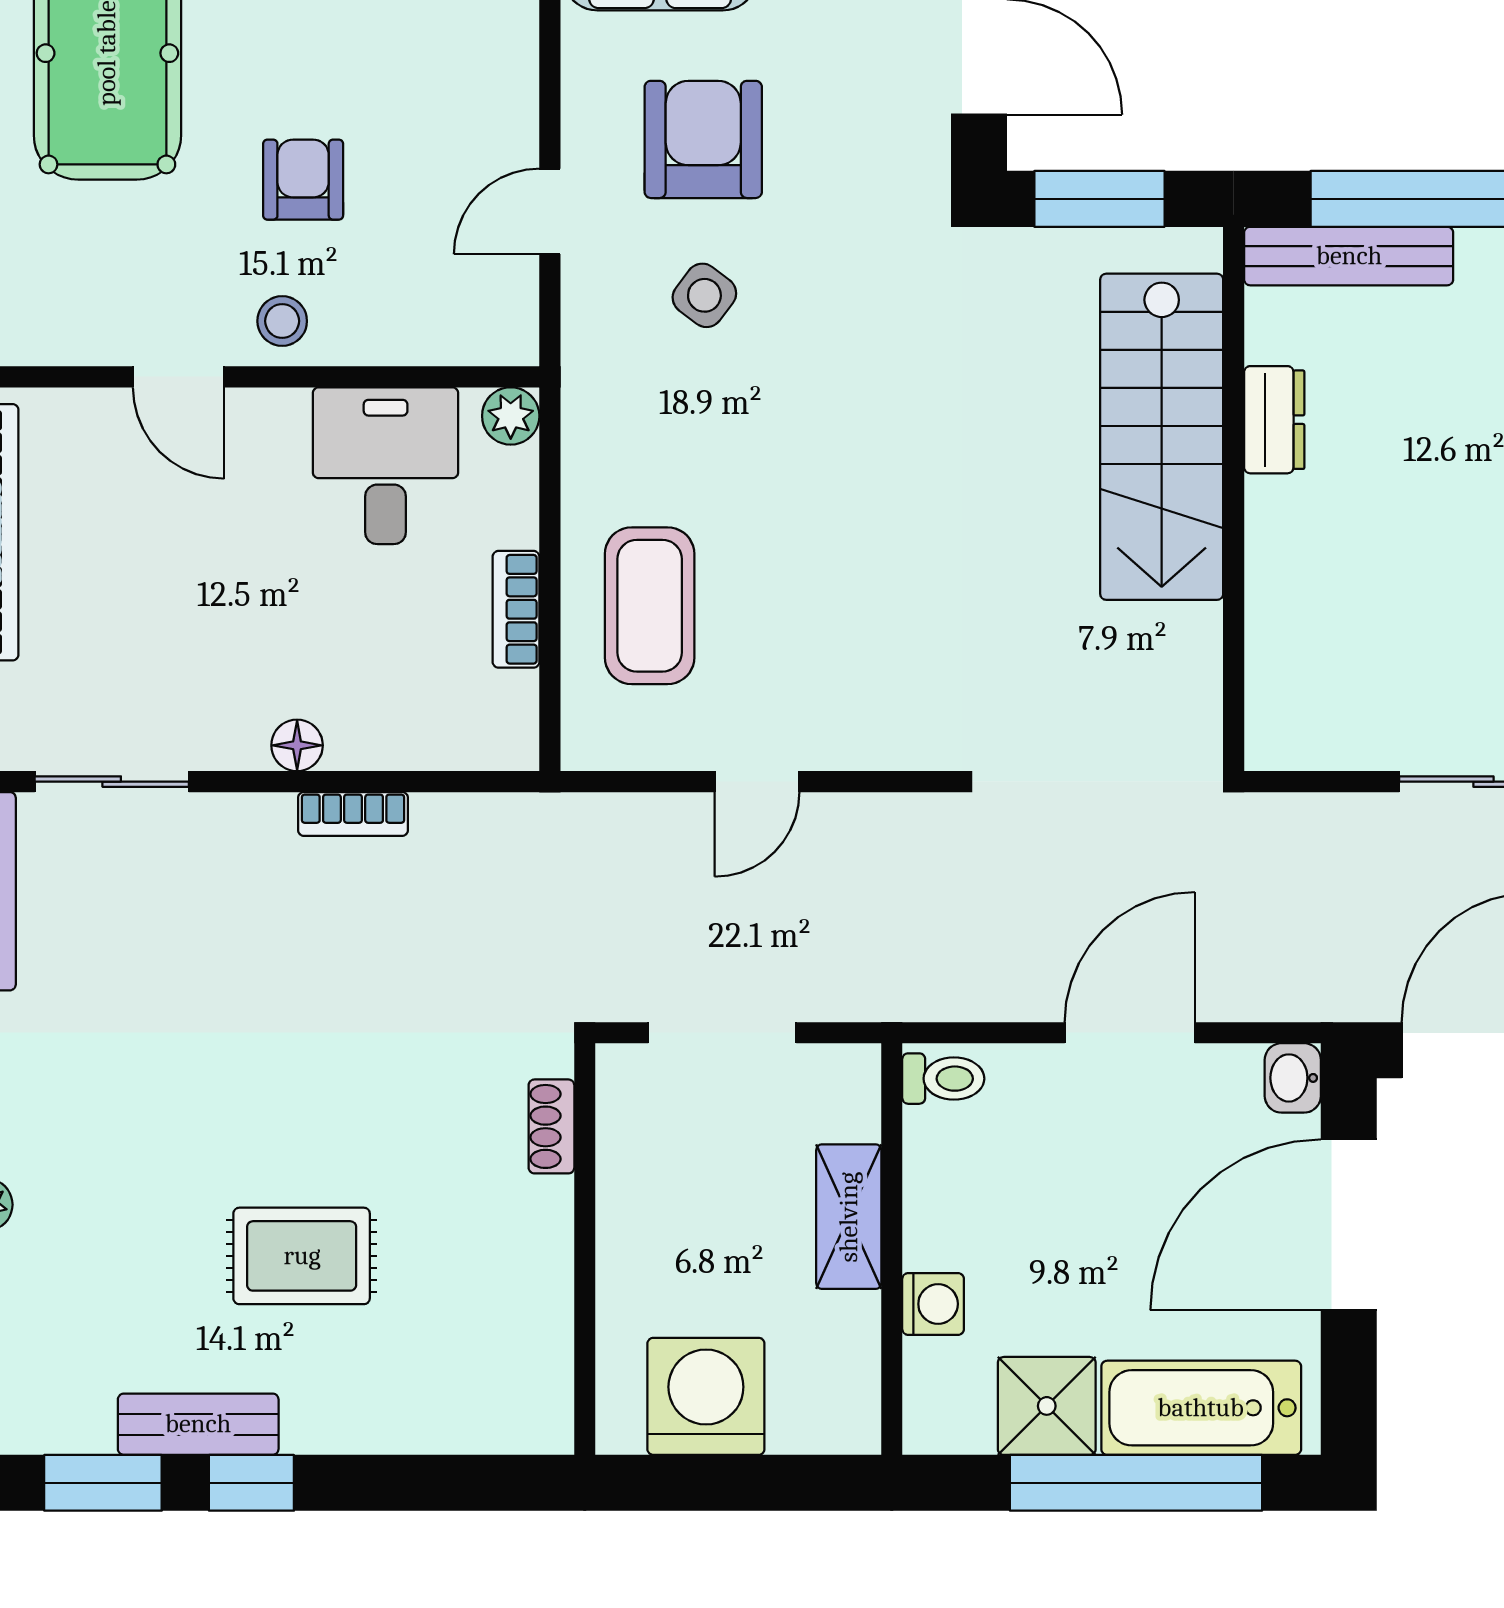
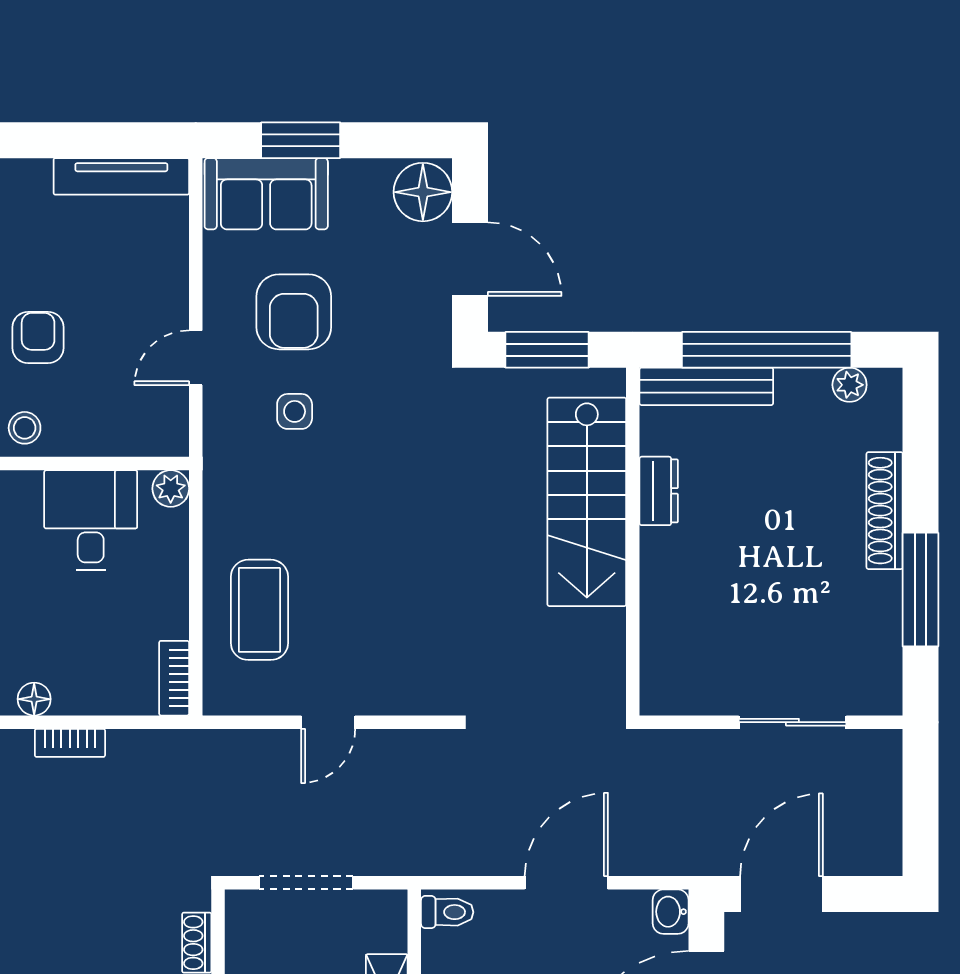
armchair: (703, 139) -> (294, 312), turned 180
side table: (704, 295) -> (295, 411), turned -37
bookcase: (516, 609) -> (174, 678), moved

